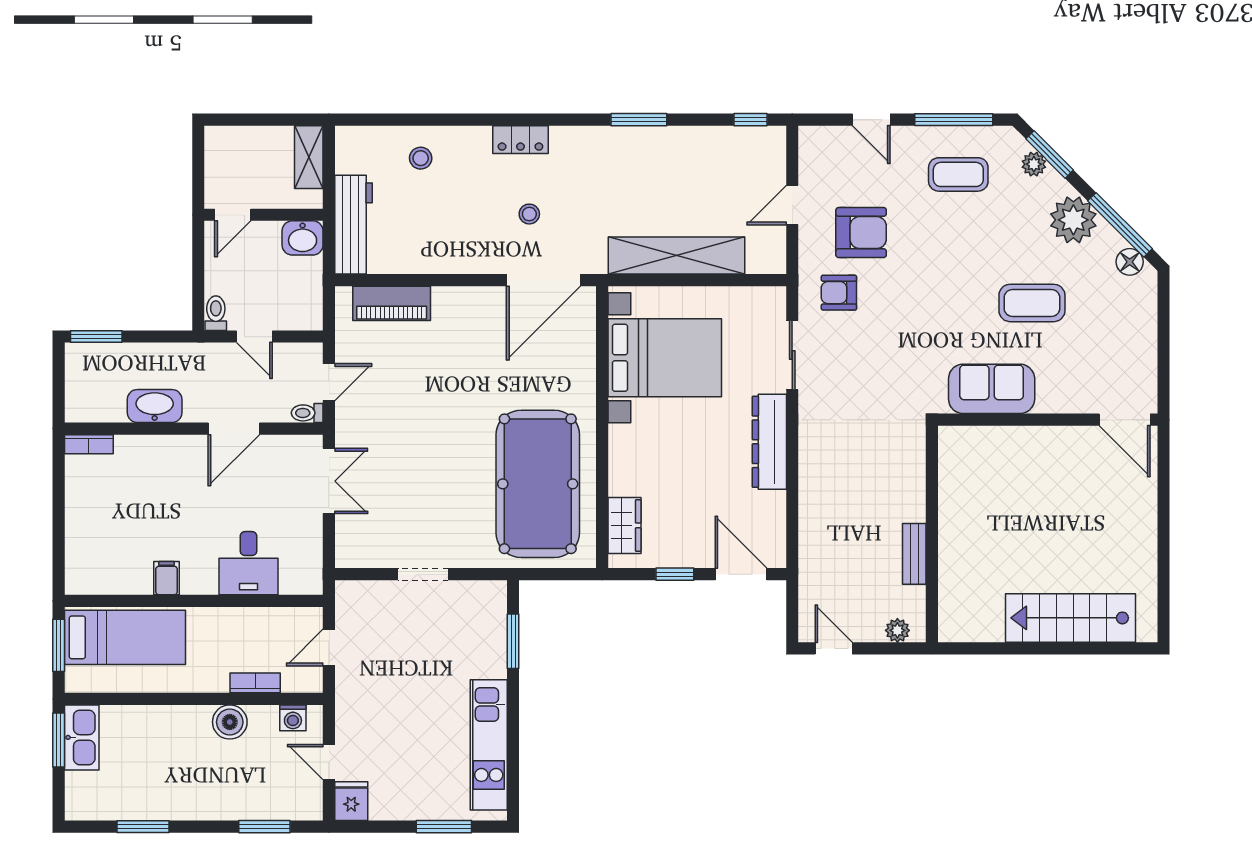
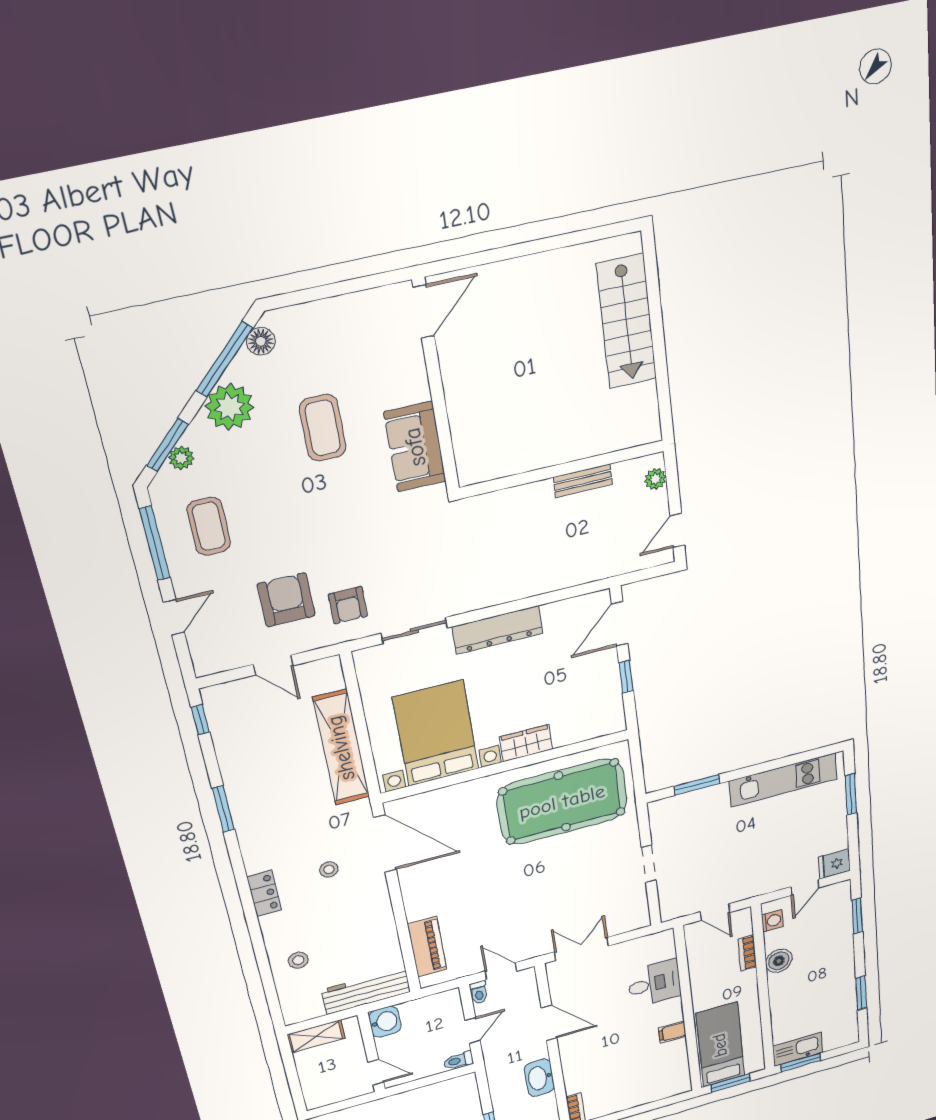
toilet: (307, 413) -> (479, 992), moved
wardrobe: (624, 525) -> (526, 743), moved

